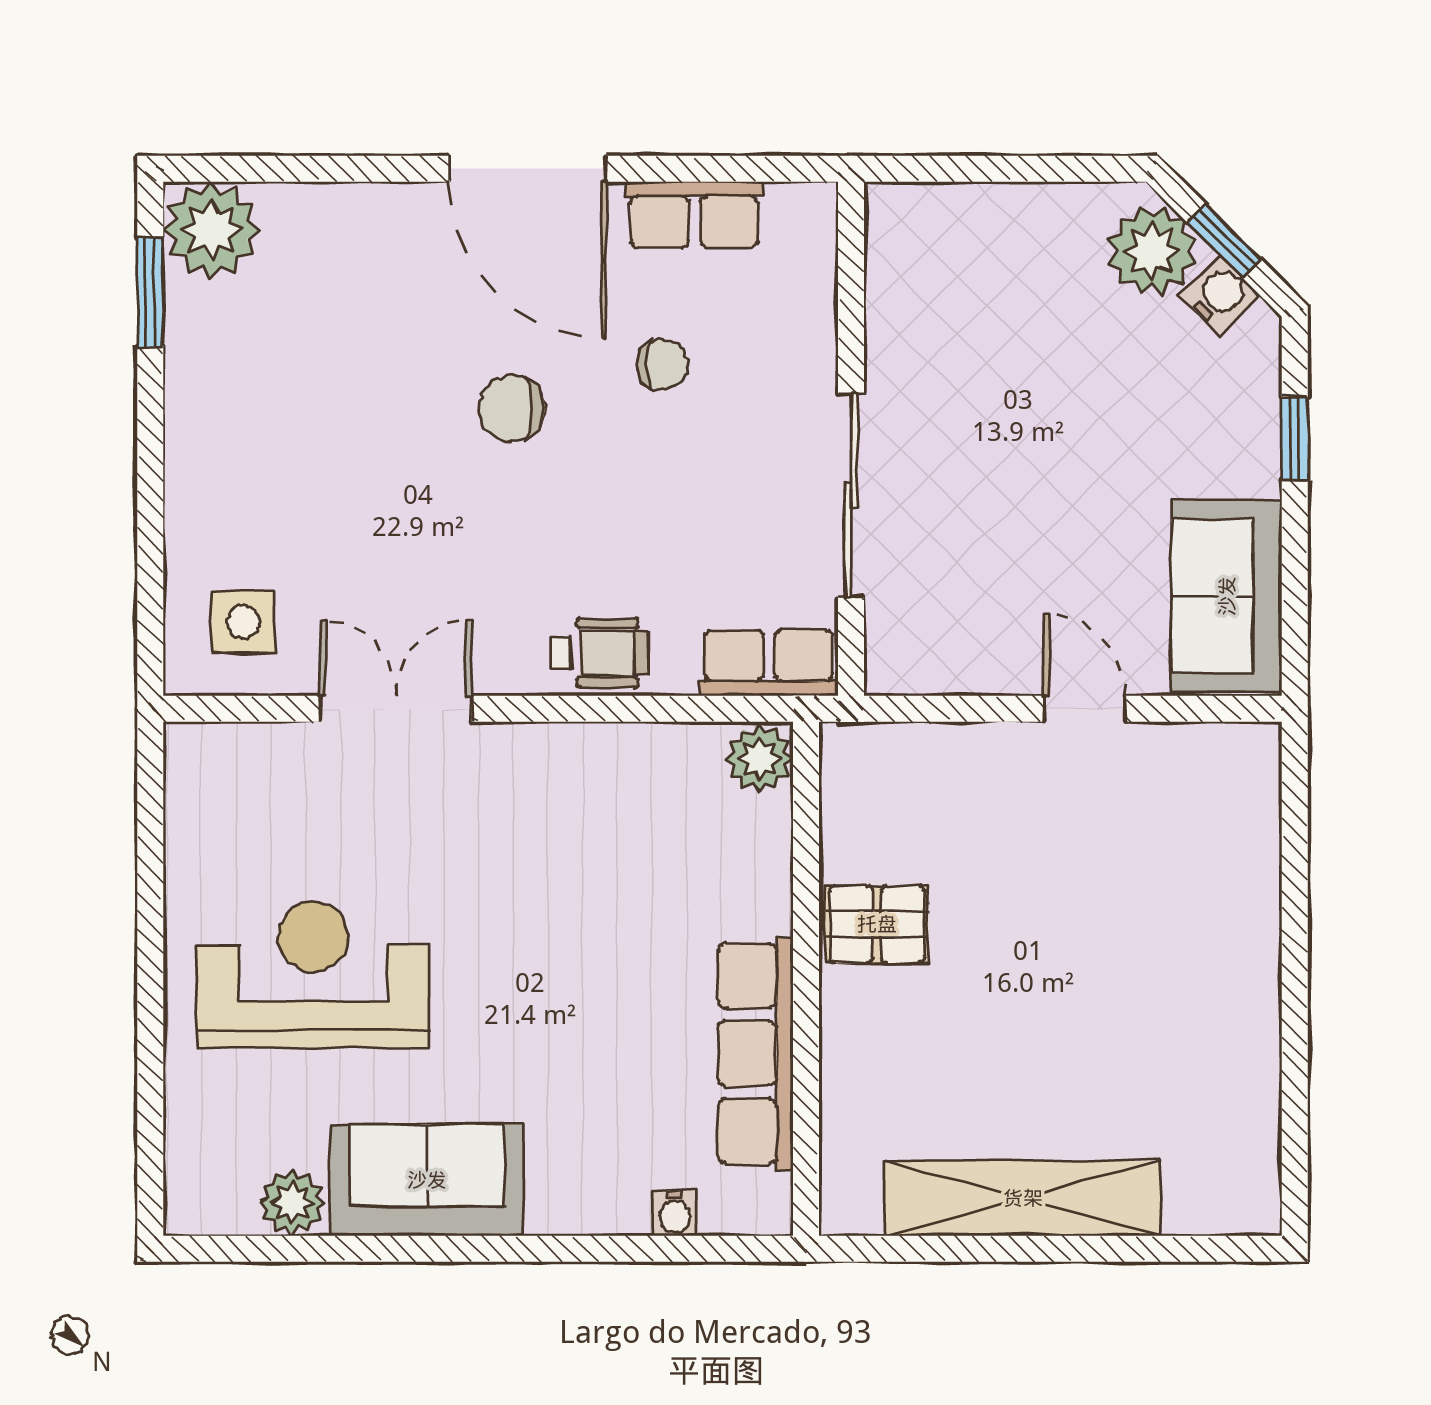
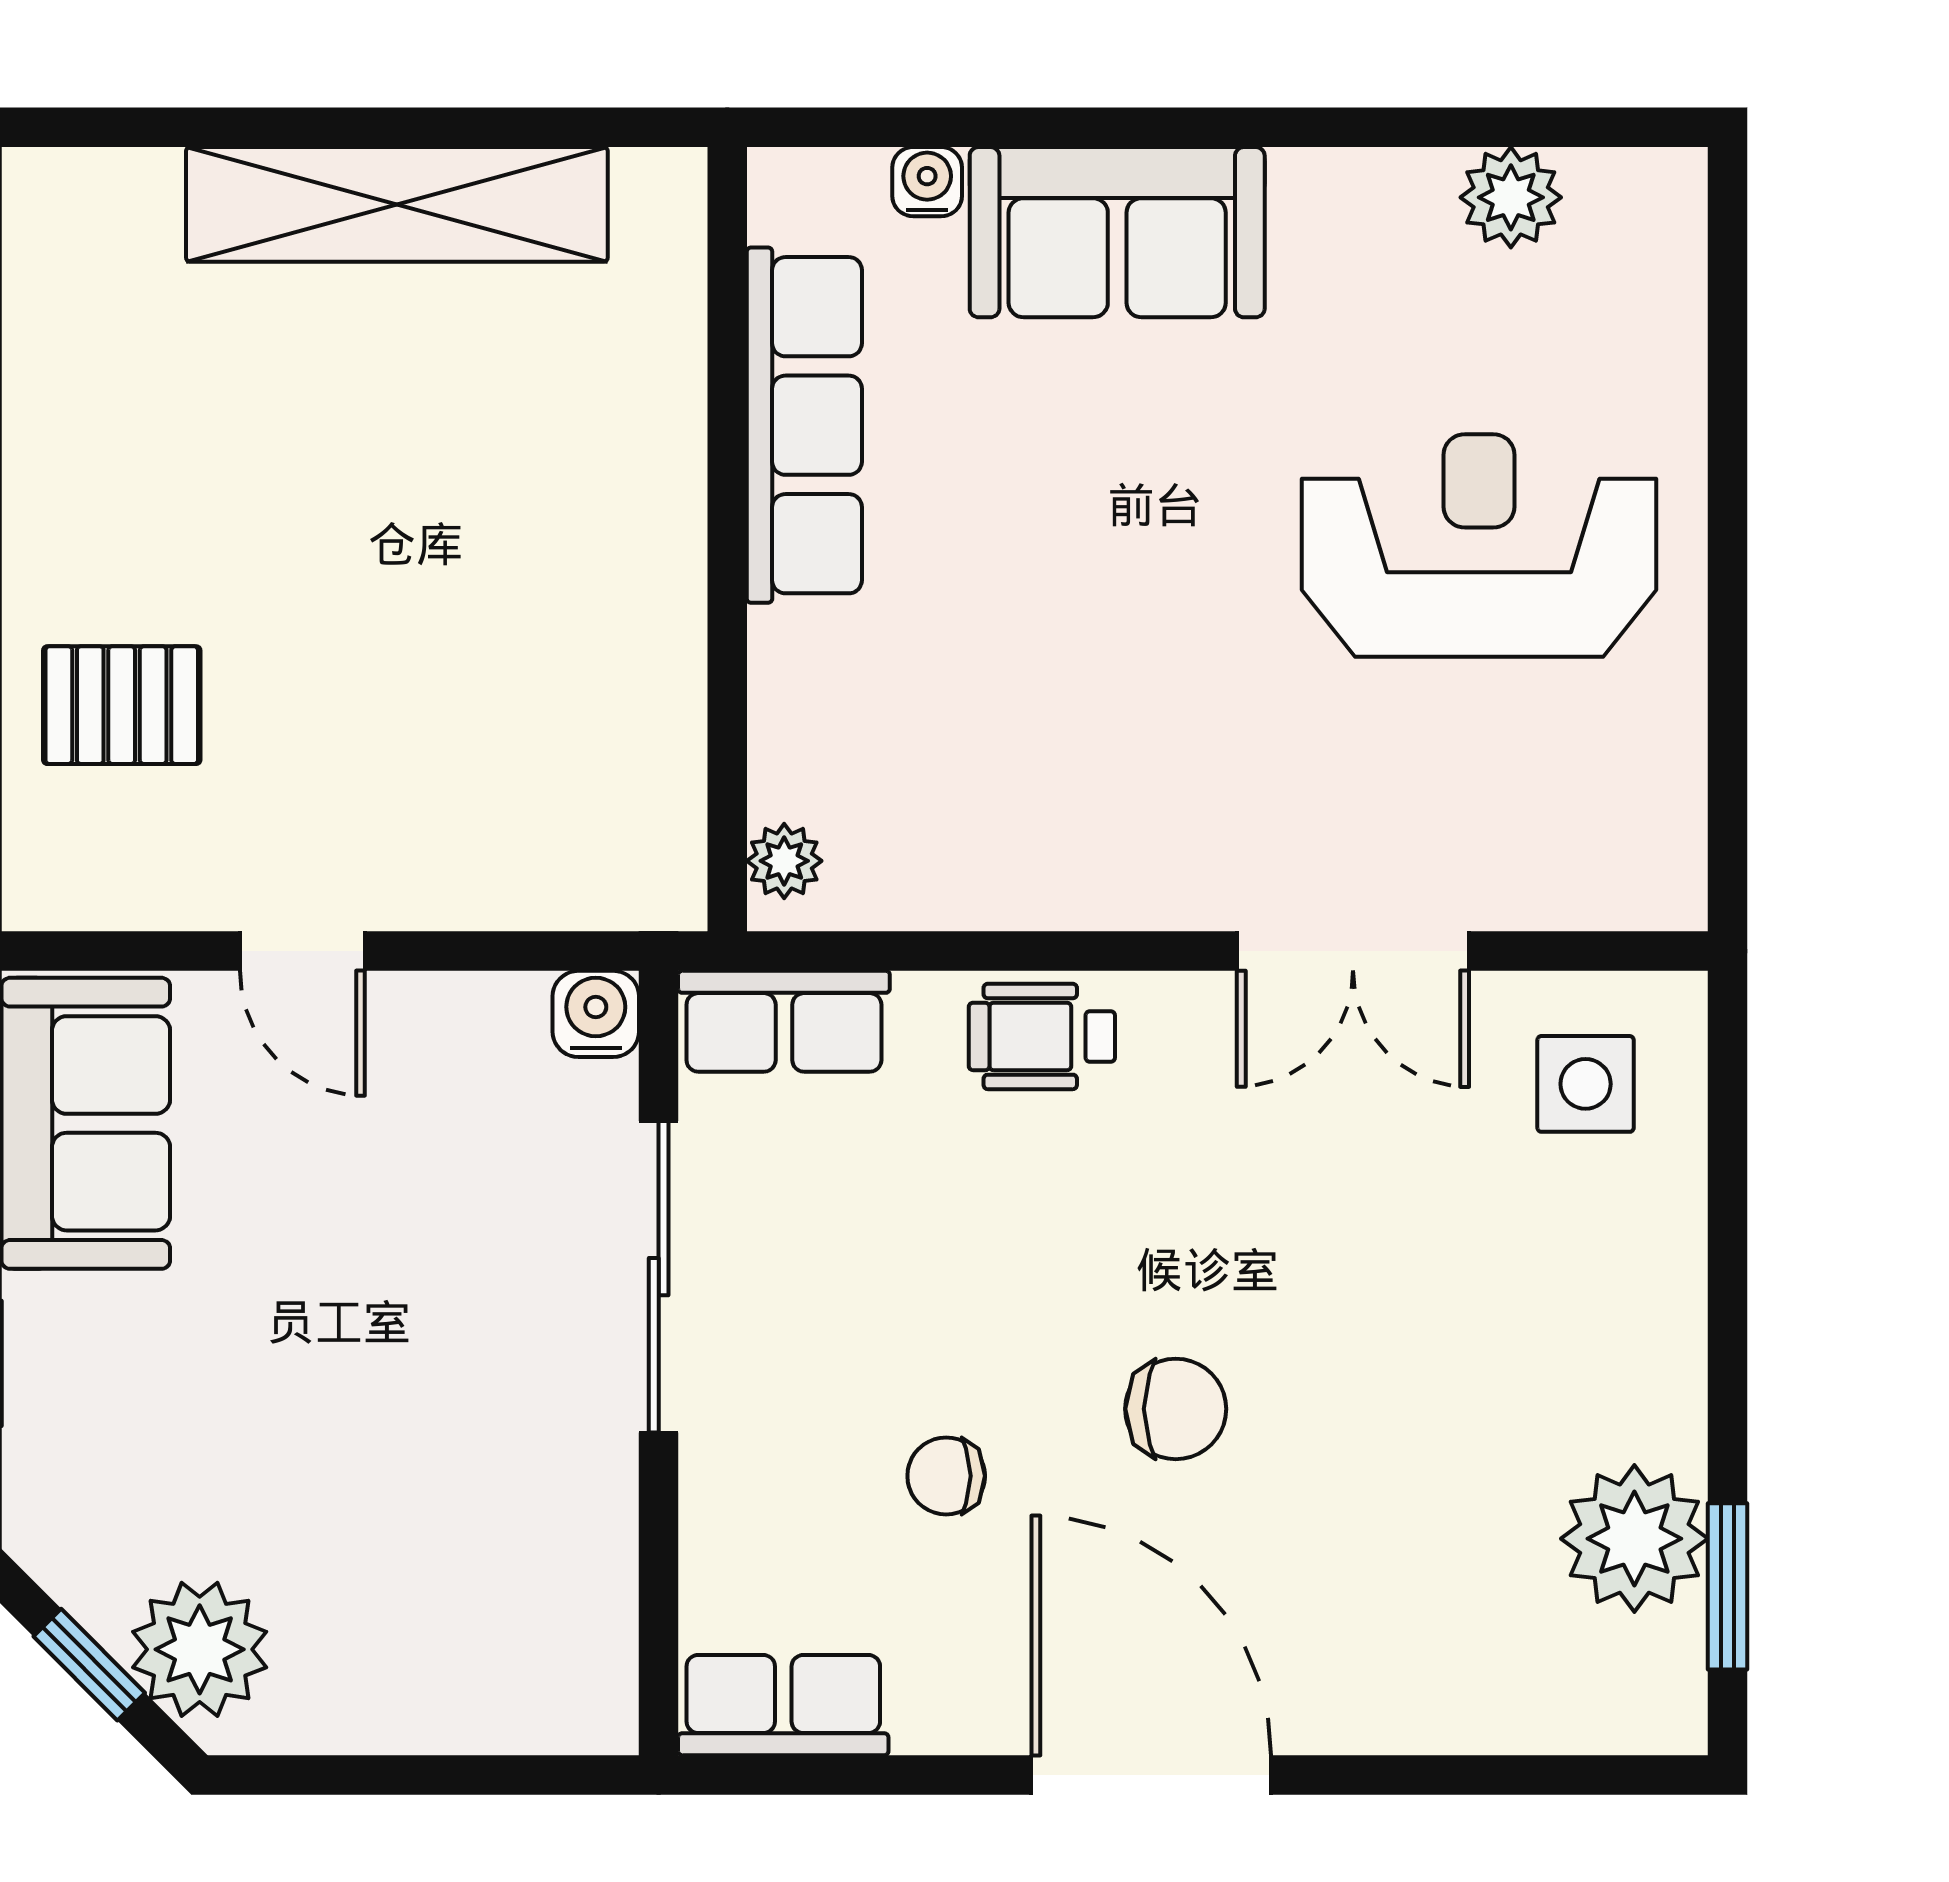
row of seats: (694, 214) -> (783, 1705), moved
plant: (211, 230) -> (1634, 1539), moved
water cooler: (1220, 295) -> (596, 1014), moved, turned 135
plant: (759, 759) -> (784, 861), width x0.73, depth x0.73
pallet: (877, 924) -> (122, 705), moved
reception desk: (313, 975) -> (1479, 545), turned 180
sofa: (427, 1180) -> (1117, 232), moved

